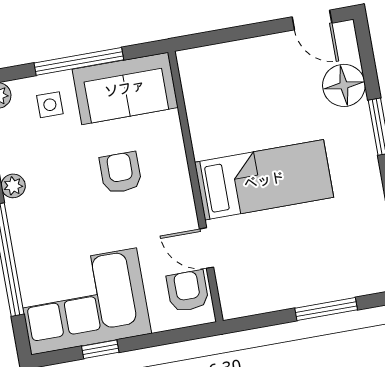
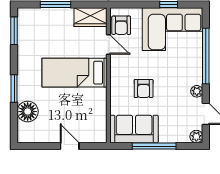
door: (312, 20) -> (70, 146), moved
side table: (50, 105) -> (172, 128), removed
wardrobe: (252, 296) -> (90, 17), added

